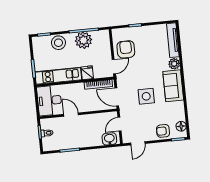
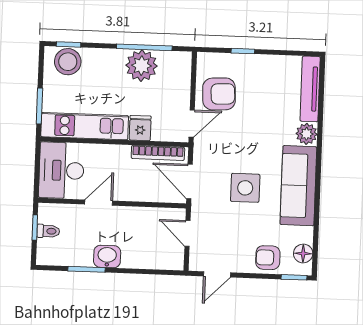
stool: (58, 43) -> (68, 62), moved
armchair: (126, 49) -> (219, 94), turned 87
sofa: (173, 86) -> (298, 186), width x1.36
door: (71, 115) -> (99, 203), hinge flipped
door: (120, 124) -> (187, 233), hinge flipped
washbasin: (109, 139) -> (107, 256), moved

